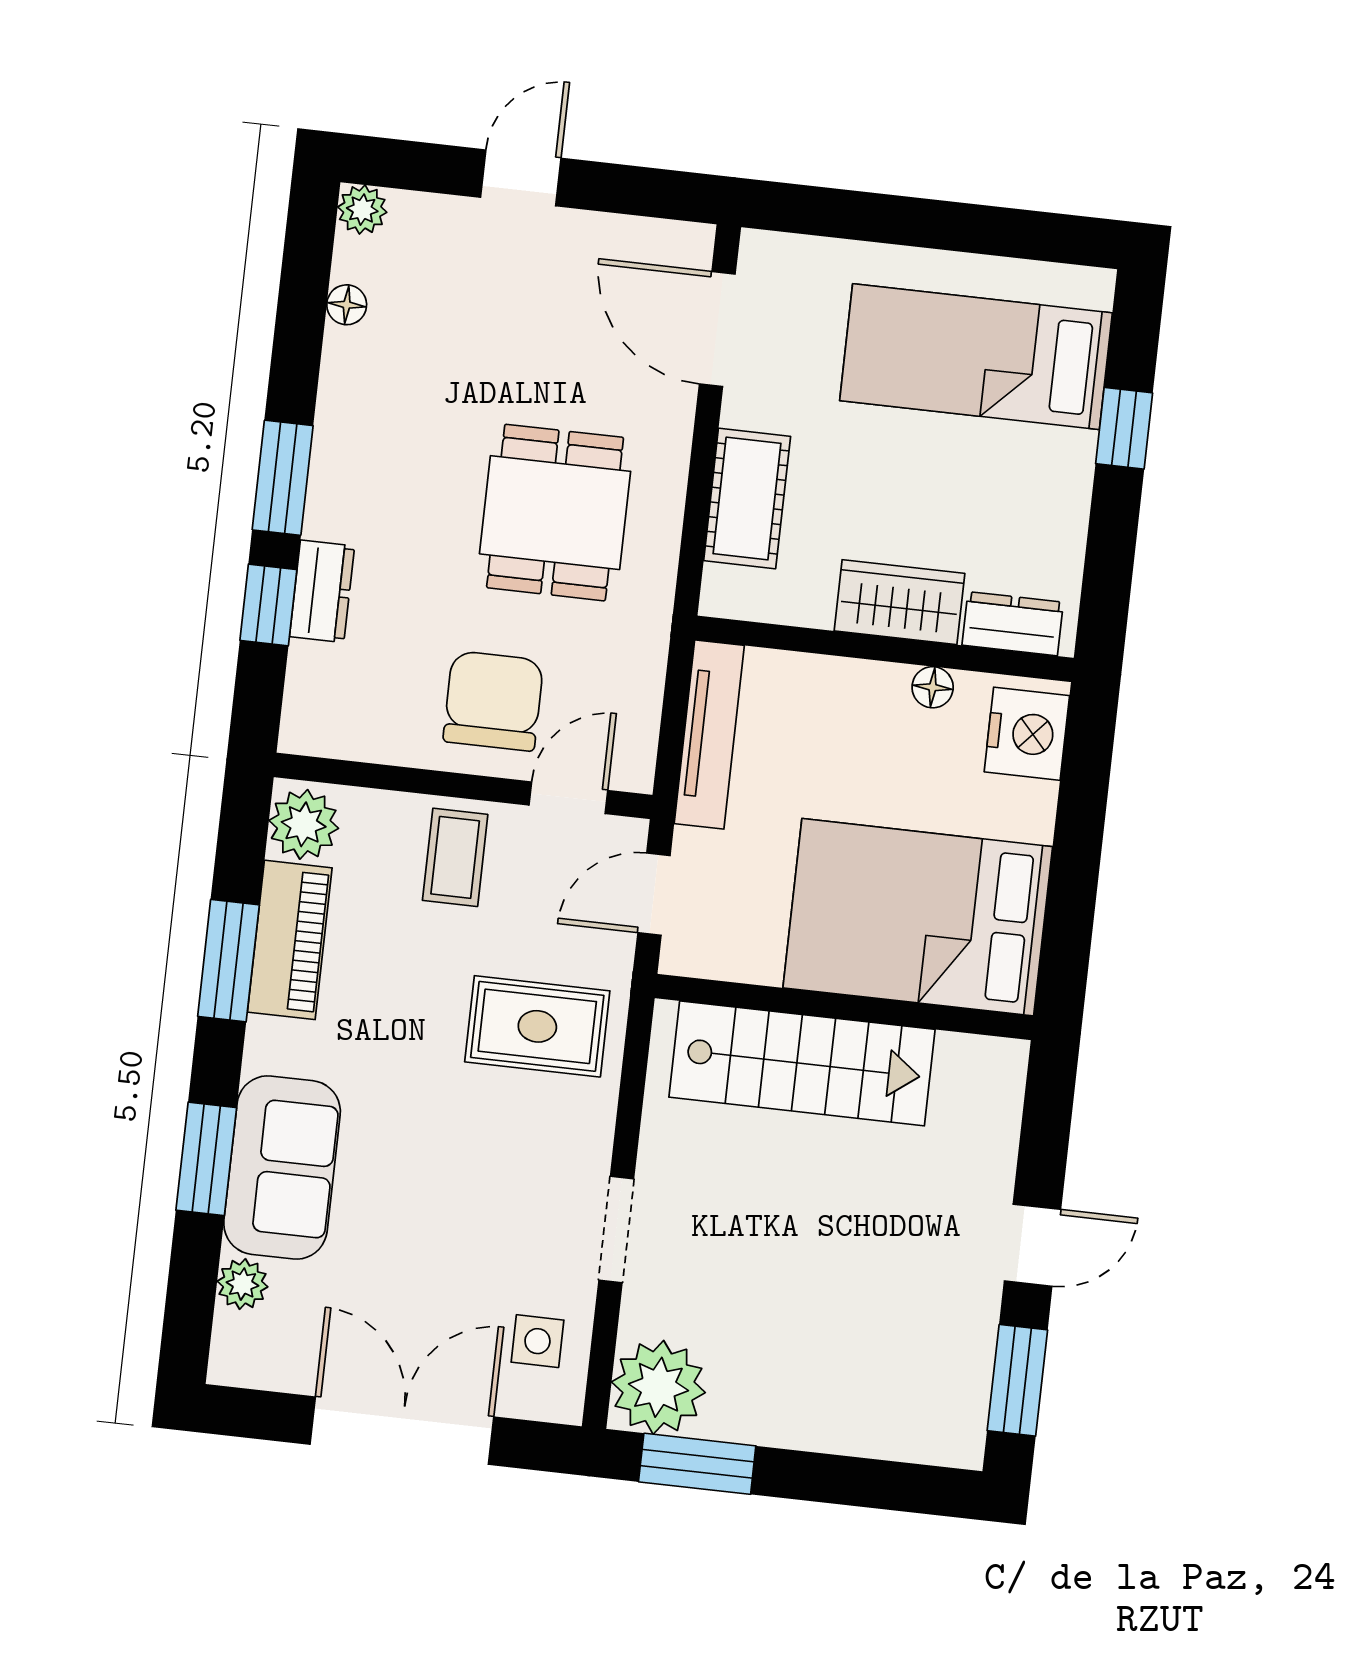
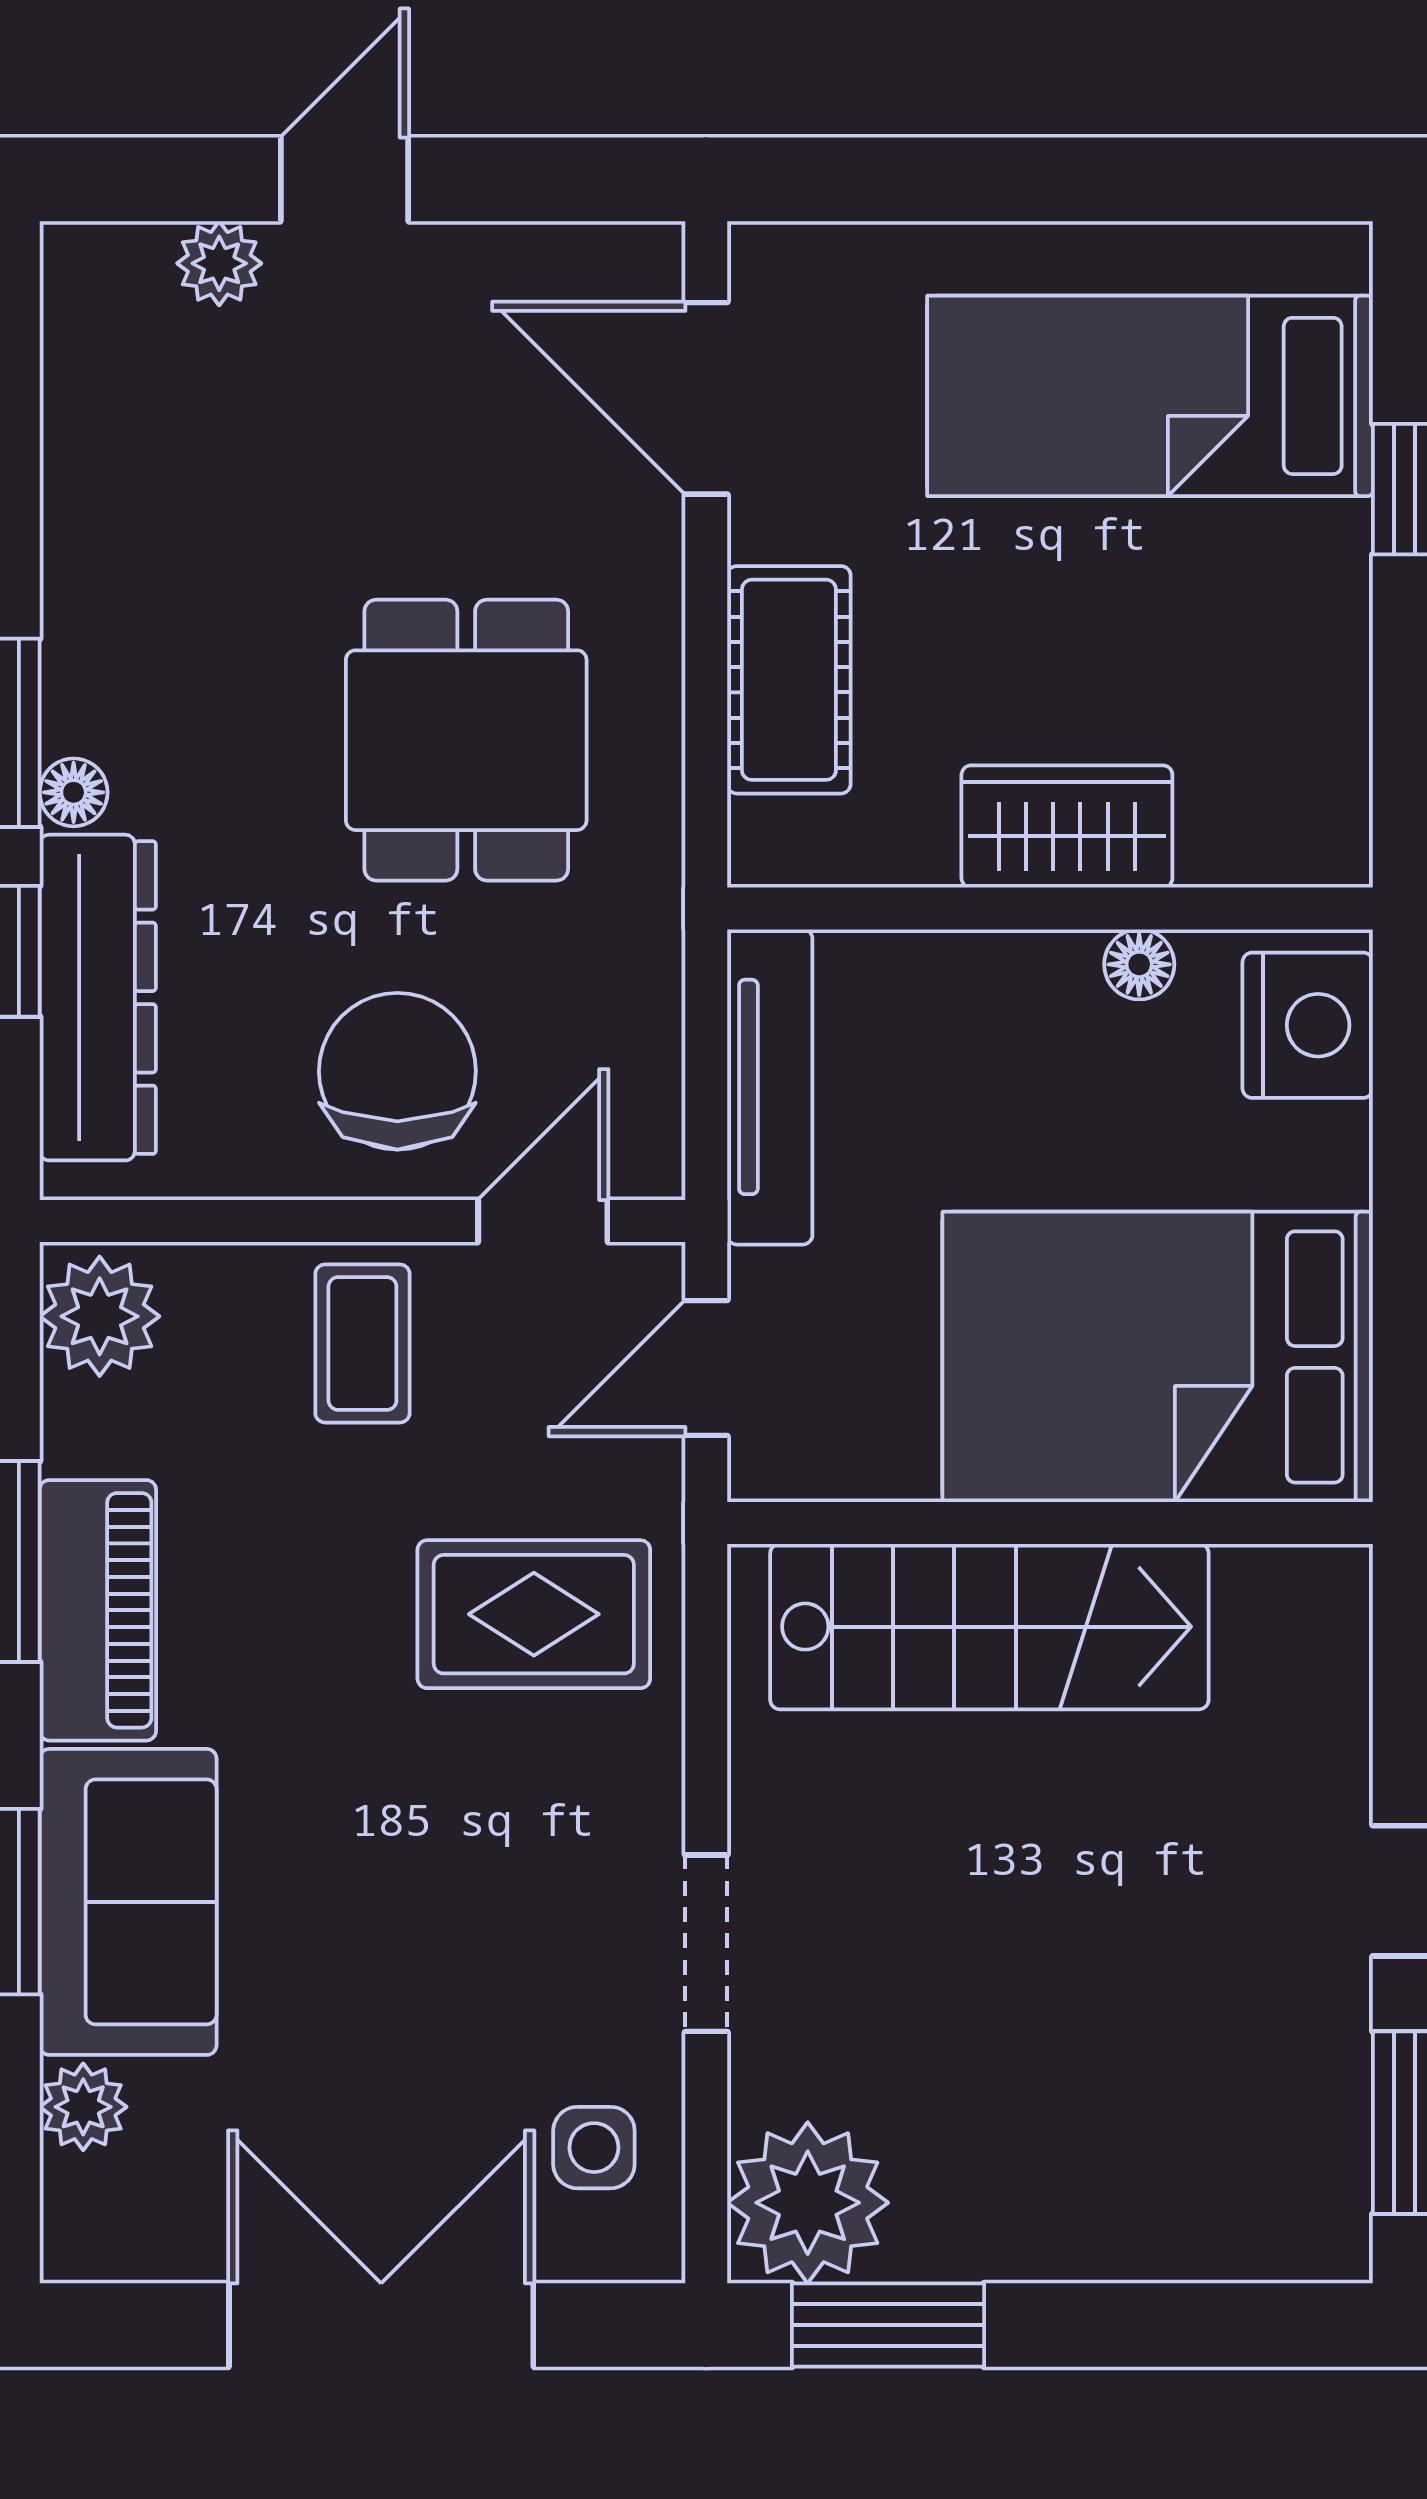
plant: (362, 210) -> (219, 263), moved
floor lamp: (347, 305) -> (74, 792), moved
dresser: (322, 591) -> (98, 998), width x1.96, depth x1.24
dresser: (1013, 624) -> (1263, 842), removed
piano: (290, 940) -> (98, 1610), moved

